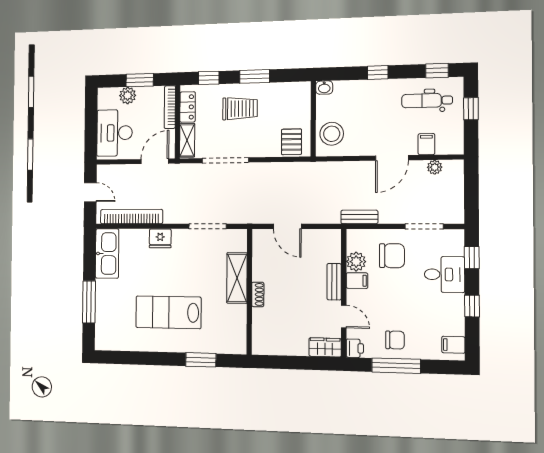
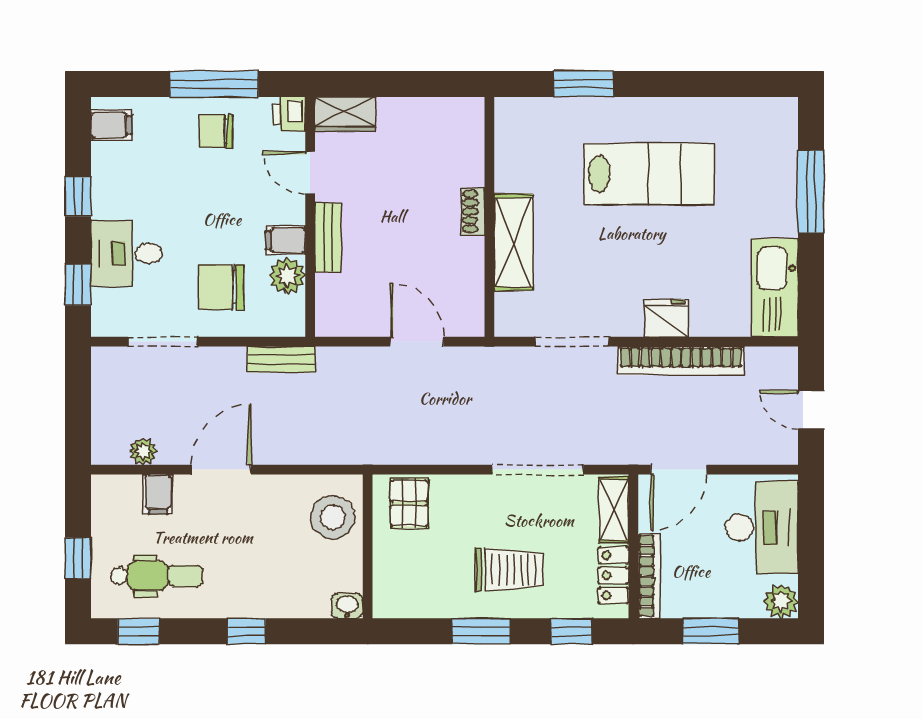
plant: (128, 95) -> (781, 601), moved
trolley: (240, 109) -> (509, 570), turned 180
bookcase: (131, 217) -> (681, 361), moved

